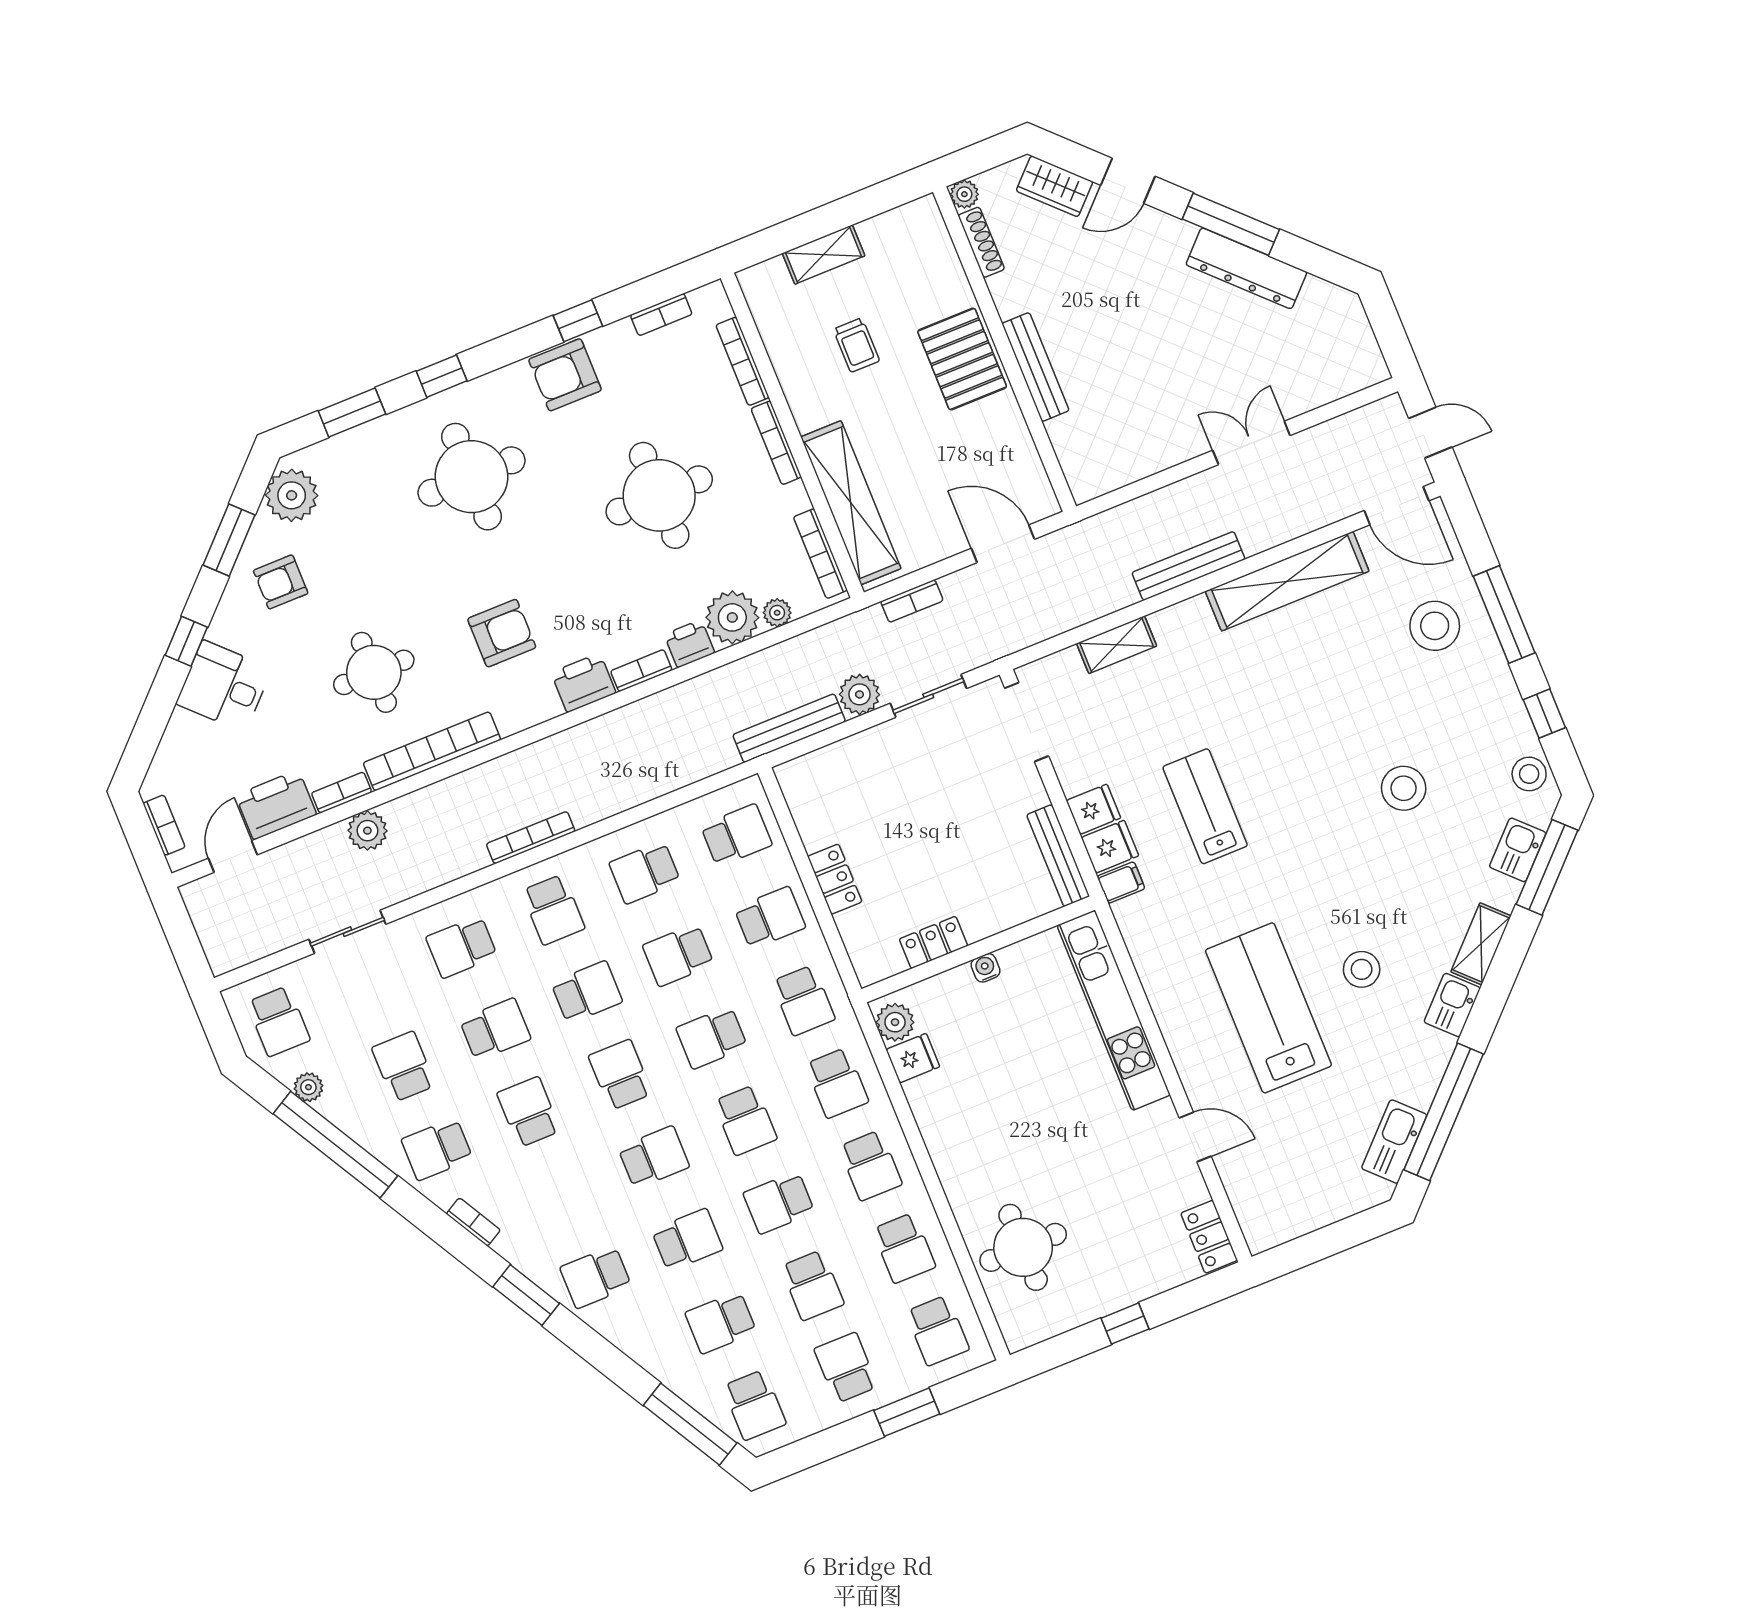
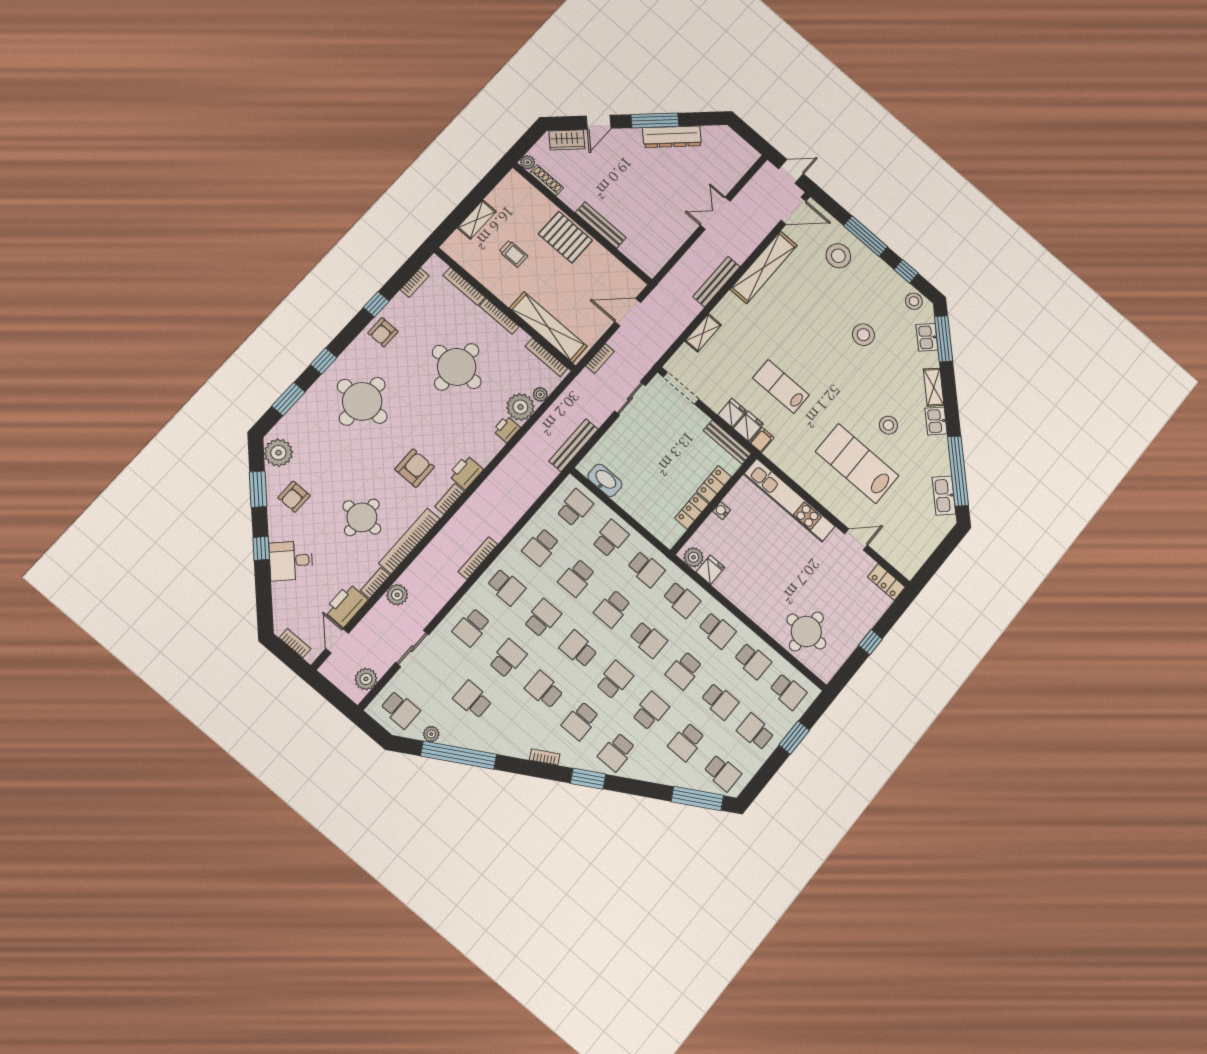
armchair: (565, 375) -> (383, 332), width x0.72, depth x0.72
bookcase: (641, 671) -> (449, 499), moved
plant: (860, 694) -> (366, 679), moved
washbasin: (812, 815) -> (605, 480), added
locker: (835, 879) -> (714, 484), moved, turned -90
school desk: (437, 1149) -> (580, 721), moved

